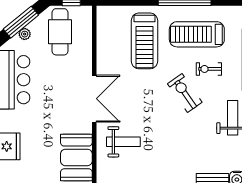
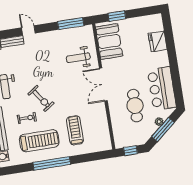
cafe table: (60, 32) -> (135, 106), moved
treadmill: (144, 41) -> (75, 130), width x0.73, depth x0.73

